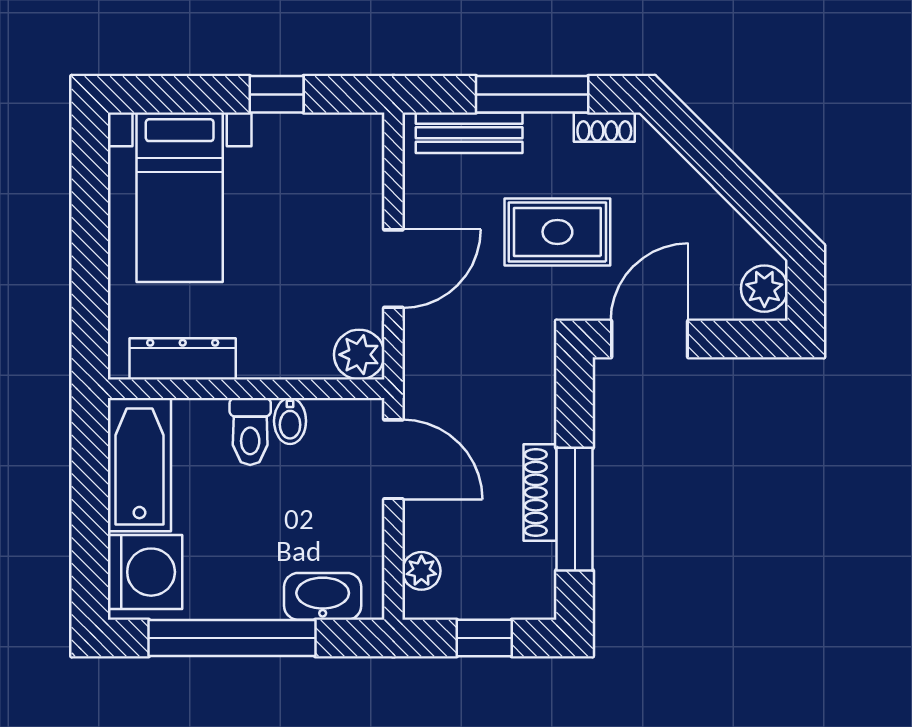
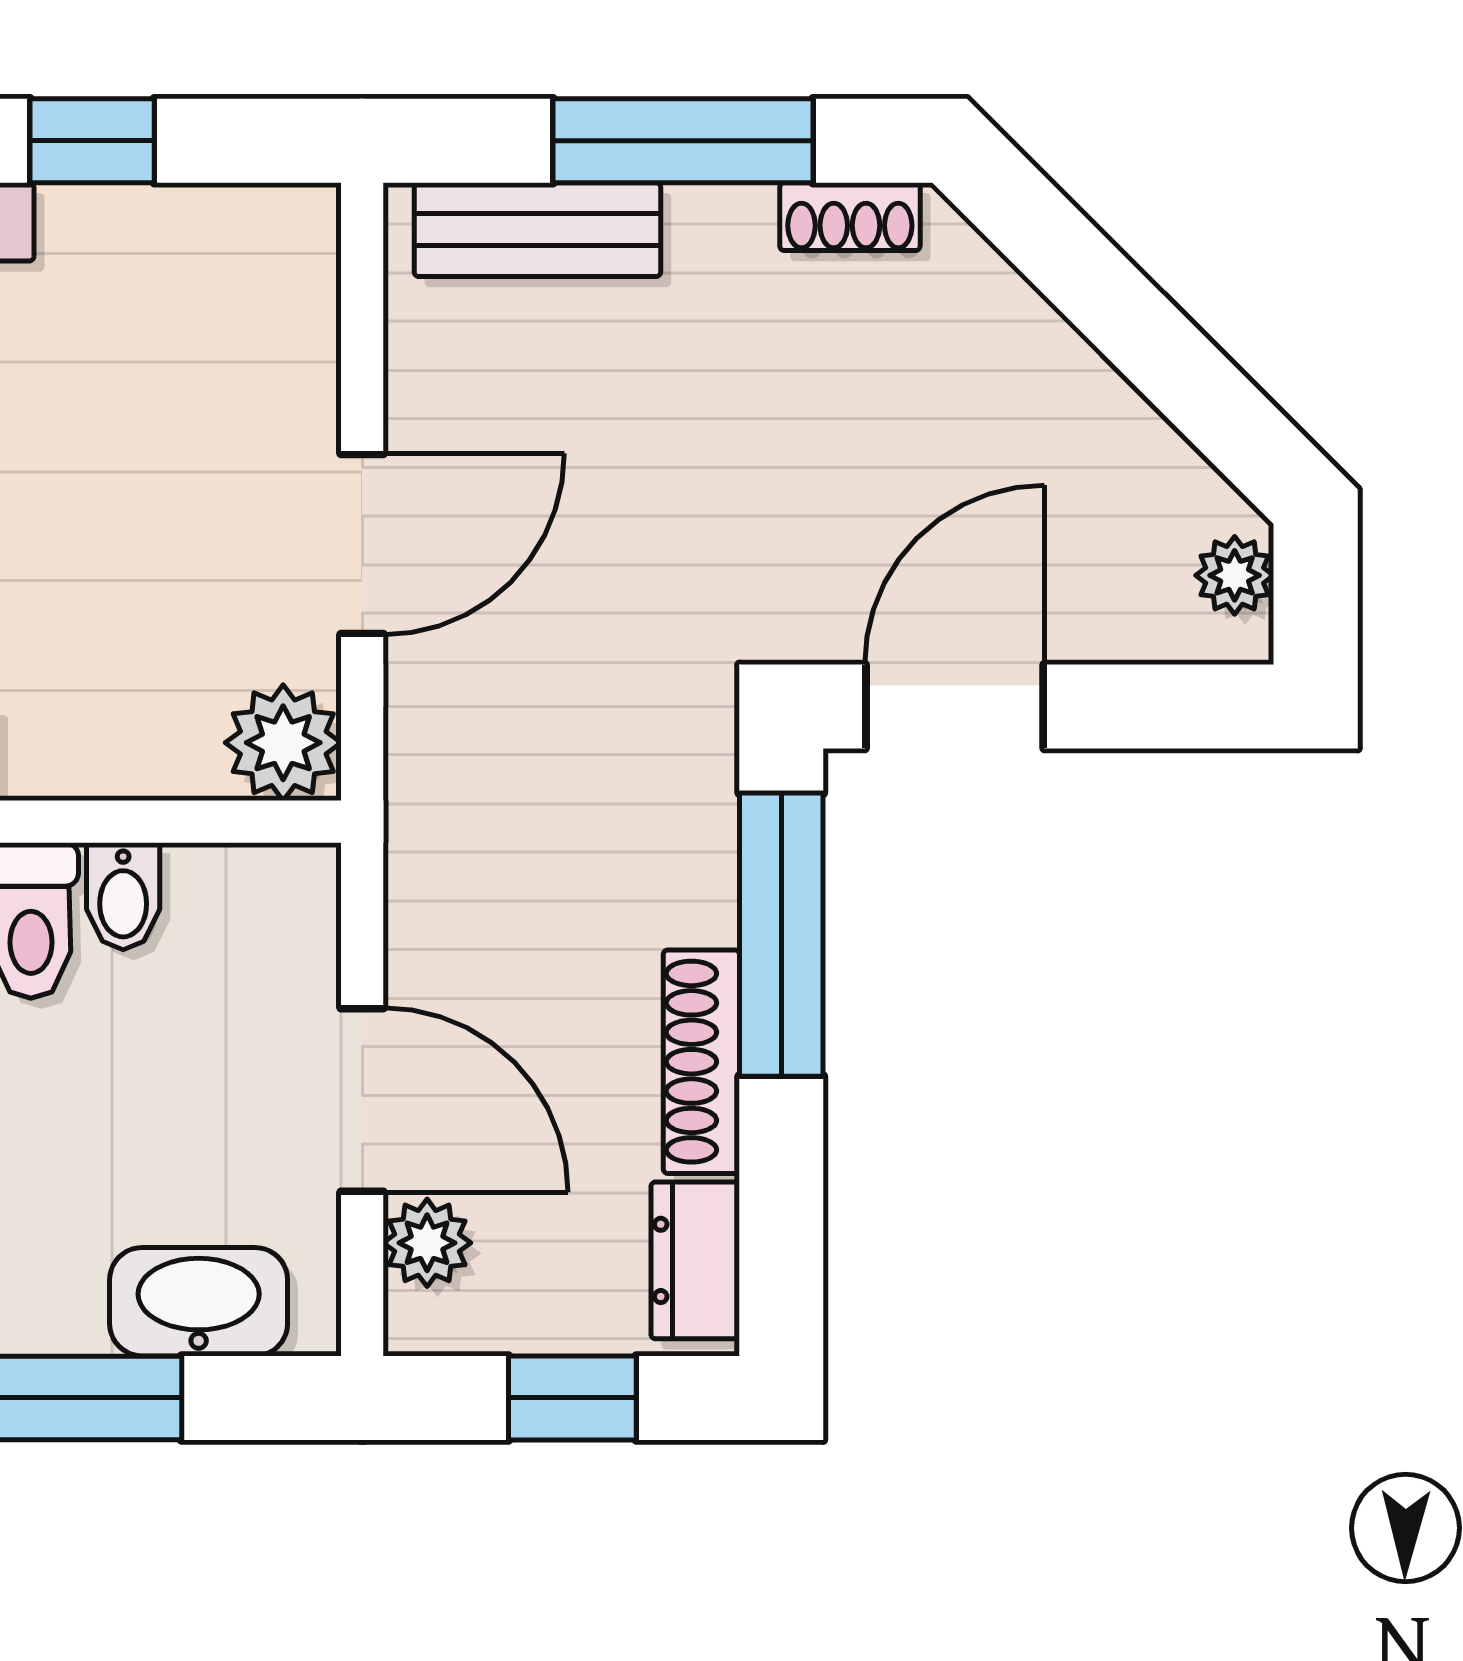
rug: (557, 232) -> (742, 459), removed
plant: (764, 289) -> (1235, 575), width x0.73, depth x0.73
door: (393, 459) -> (362, 1100), moved
window: (575, 509) -> (781, 935), moved
dresser: (537, 578) -> (695, 1260), added

